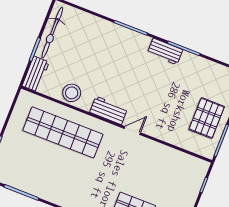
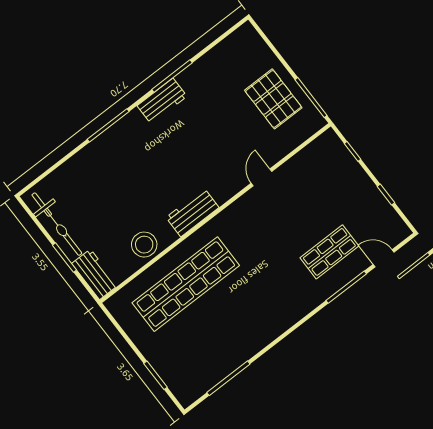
door: (132, 131) -> (262, 177), moved

